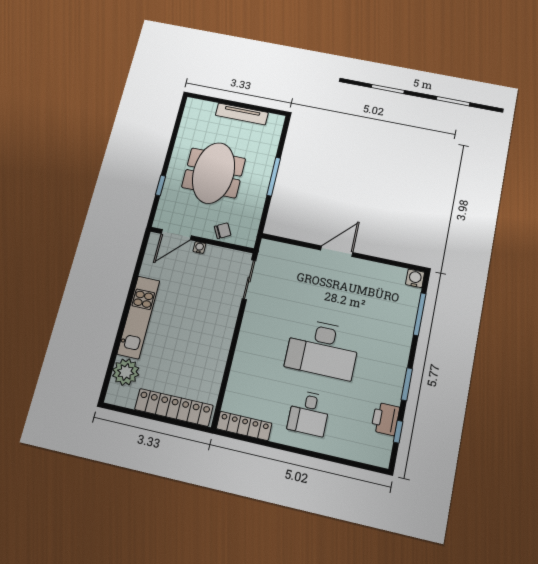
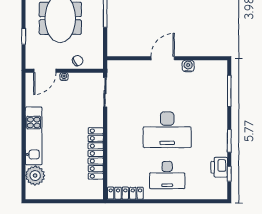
water cooler: (415, 278) -> (188, 66), moved
locker: (174, 407) -> (96, 153), moved, turned -90
desk: (309, 413) -> (167, 175), width x1.37

